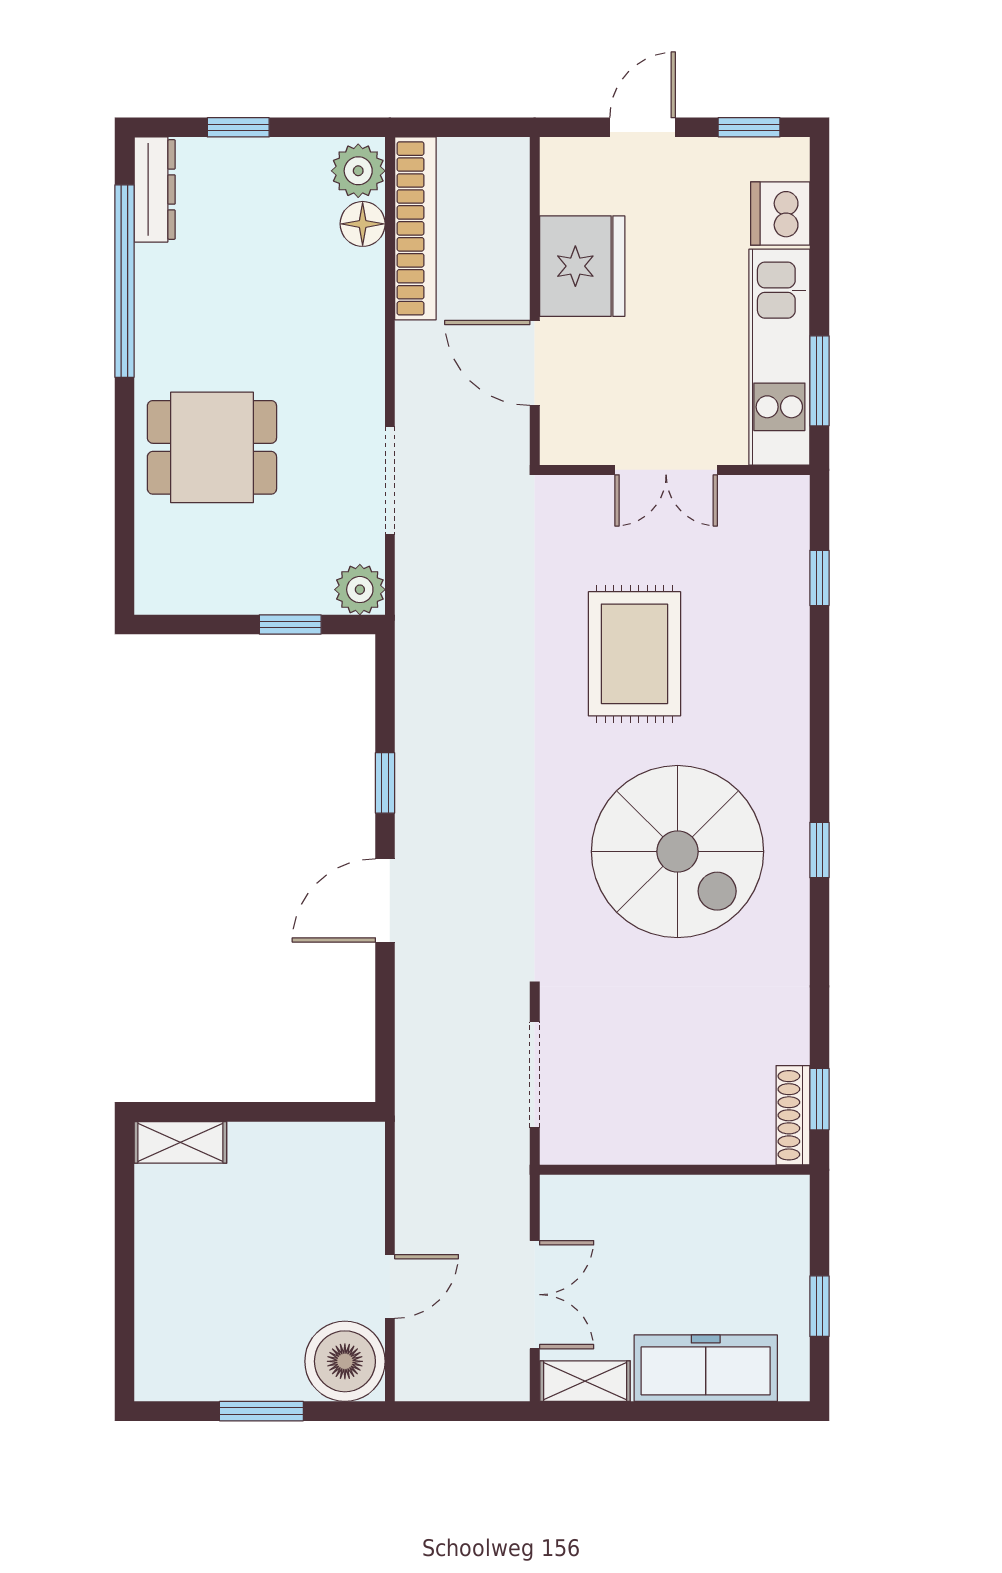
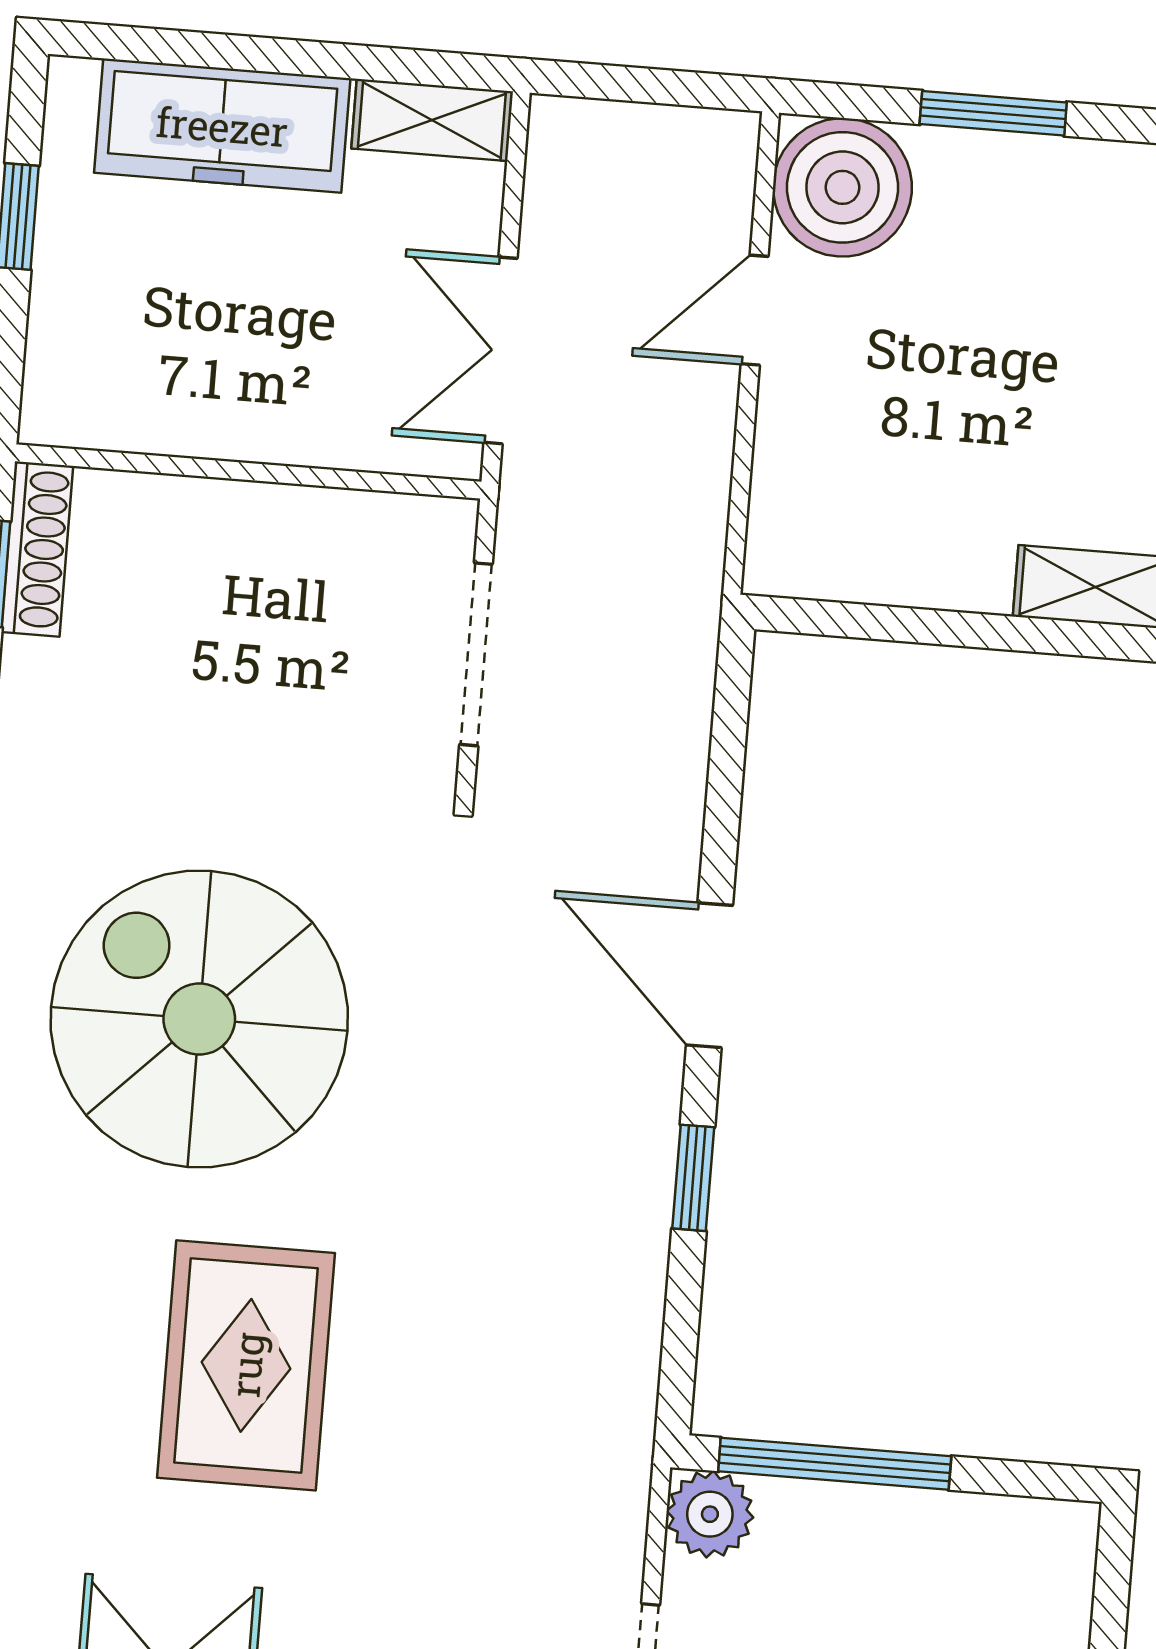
window: (290, 624) -> (835, 1464), width x2.17
door: (385, 901) -> (710, 975), swing flipped
double door: (535, 1295) -> (501, 350), moved

